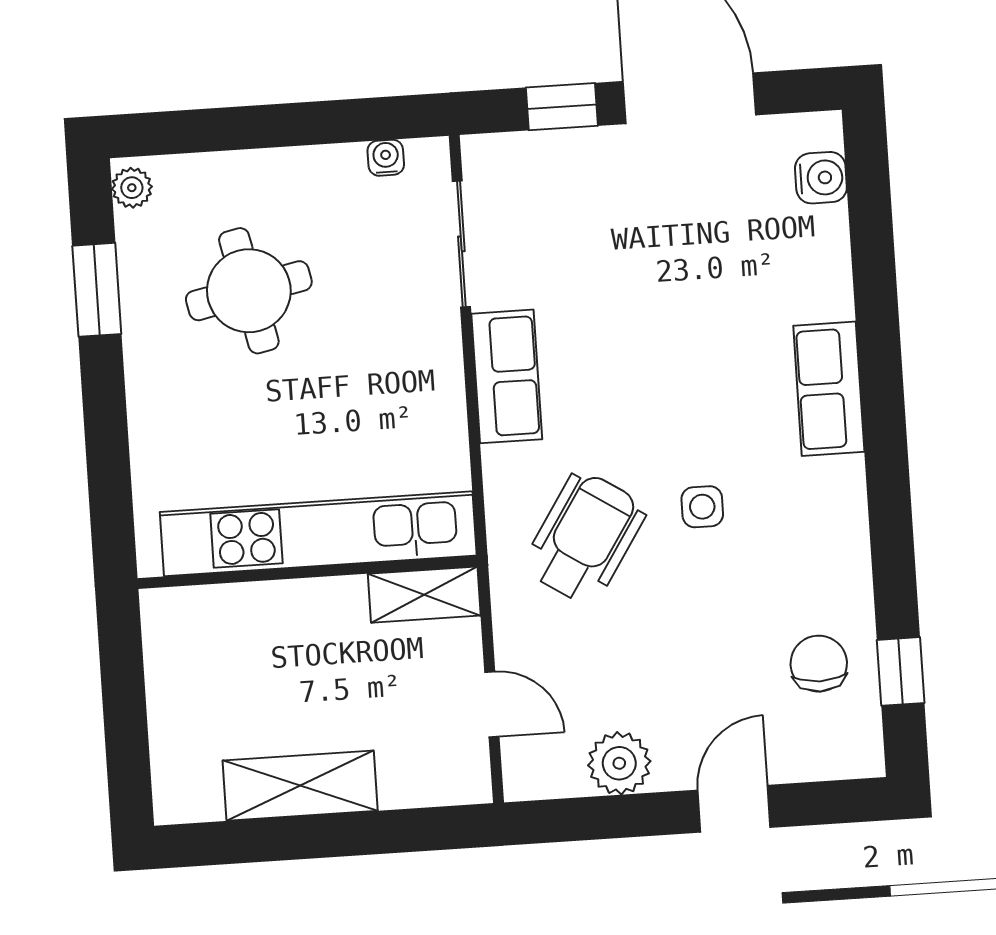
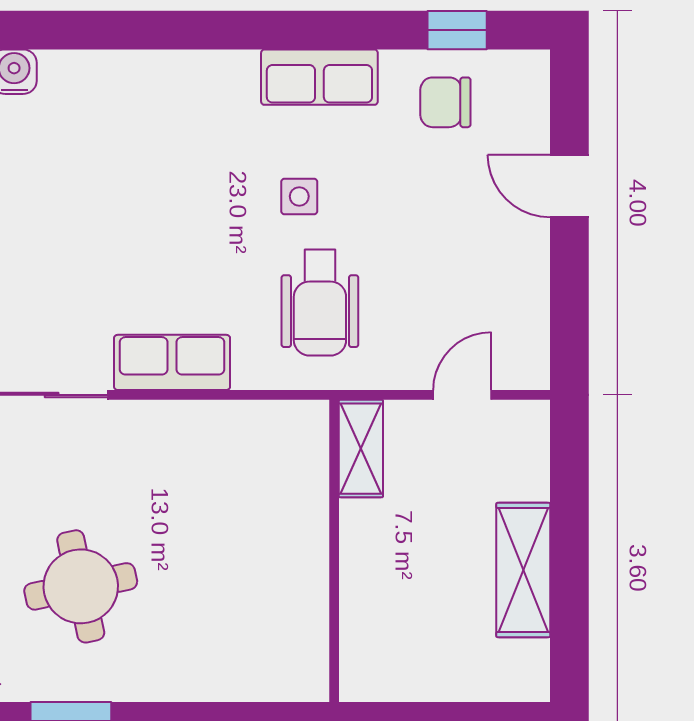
row of seats: (829, 389) -> (319, 77), moved
kitchen unit: (318, 534) -> (301, 539), removed
wheelchair: (585, 538) -> (320, 303), turned -123
plant: (619, 763) -> (522, 285), removed

